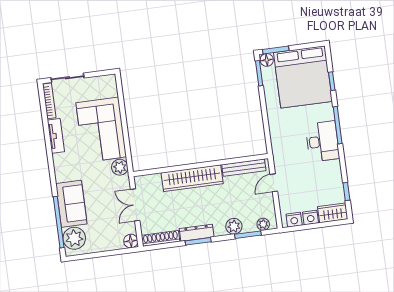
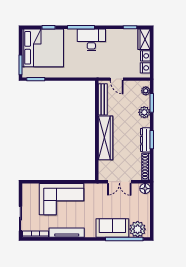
floor lamp: (267, 60) -> (27, 72), removed
tv unit: (56, 136) -> (67, 233), width x1.41
plant: (120, 167) -> (90, 189), removed

